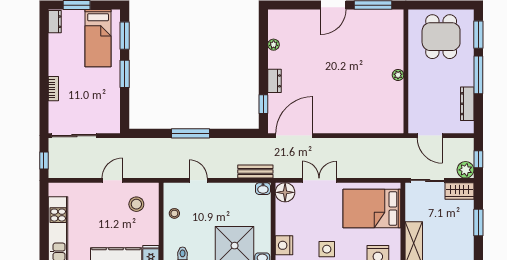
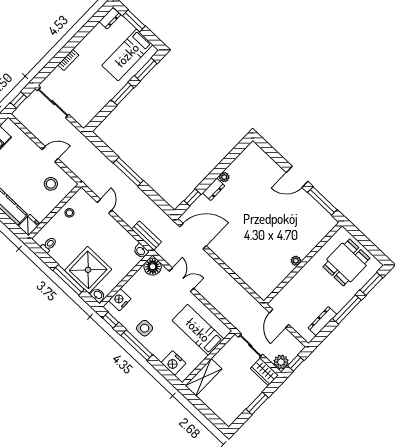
plant: (274, 45) -> (224, 177), moved
bed: (372, 208) -> (198, 330), width x0.67

